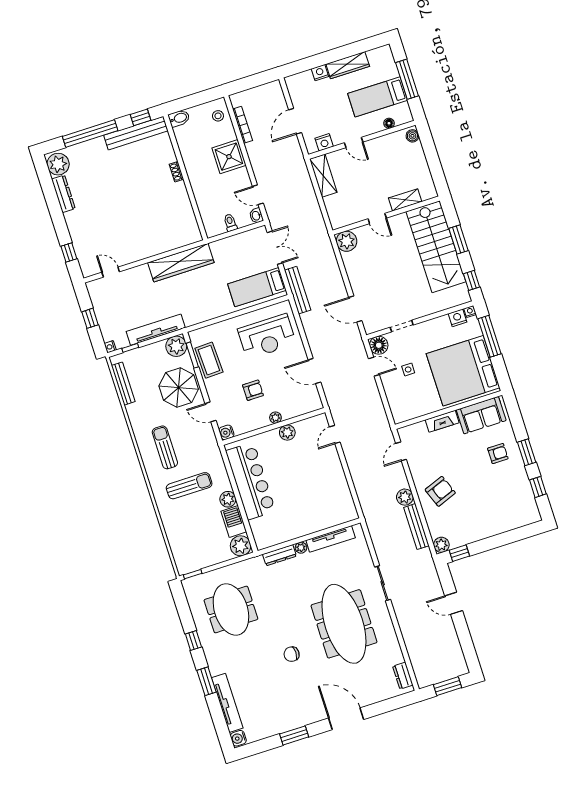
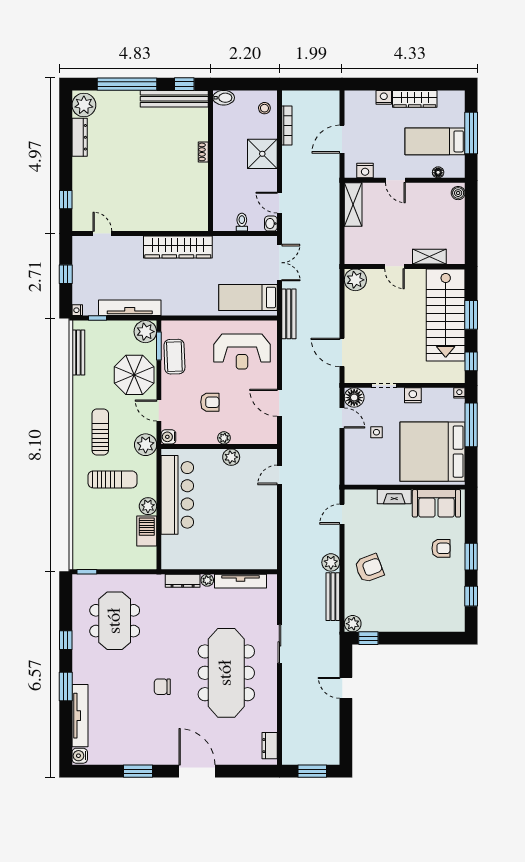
nightstand: (458, 318) -> (413, 395), moved
plant: (241, 546) -> (146, 445), moved

